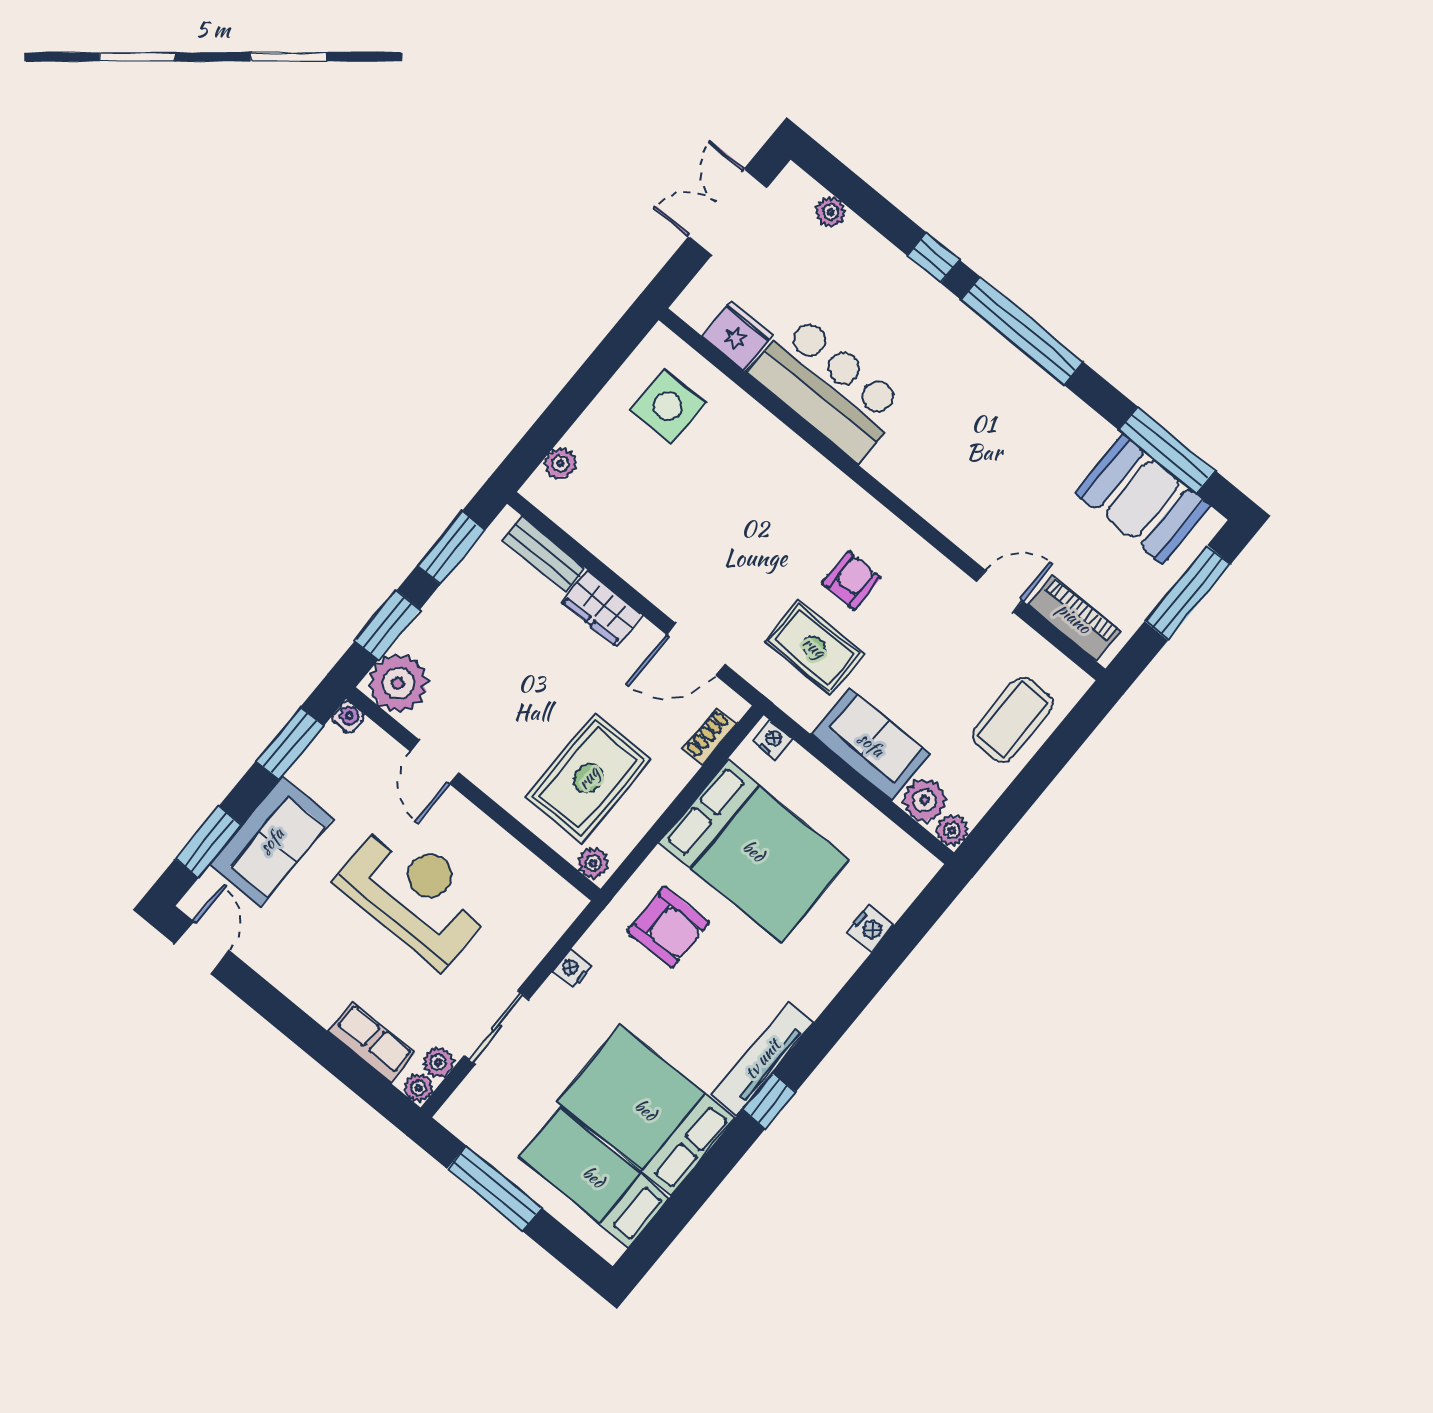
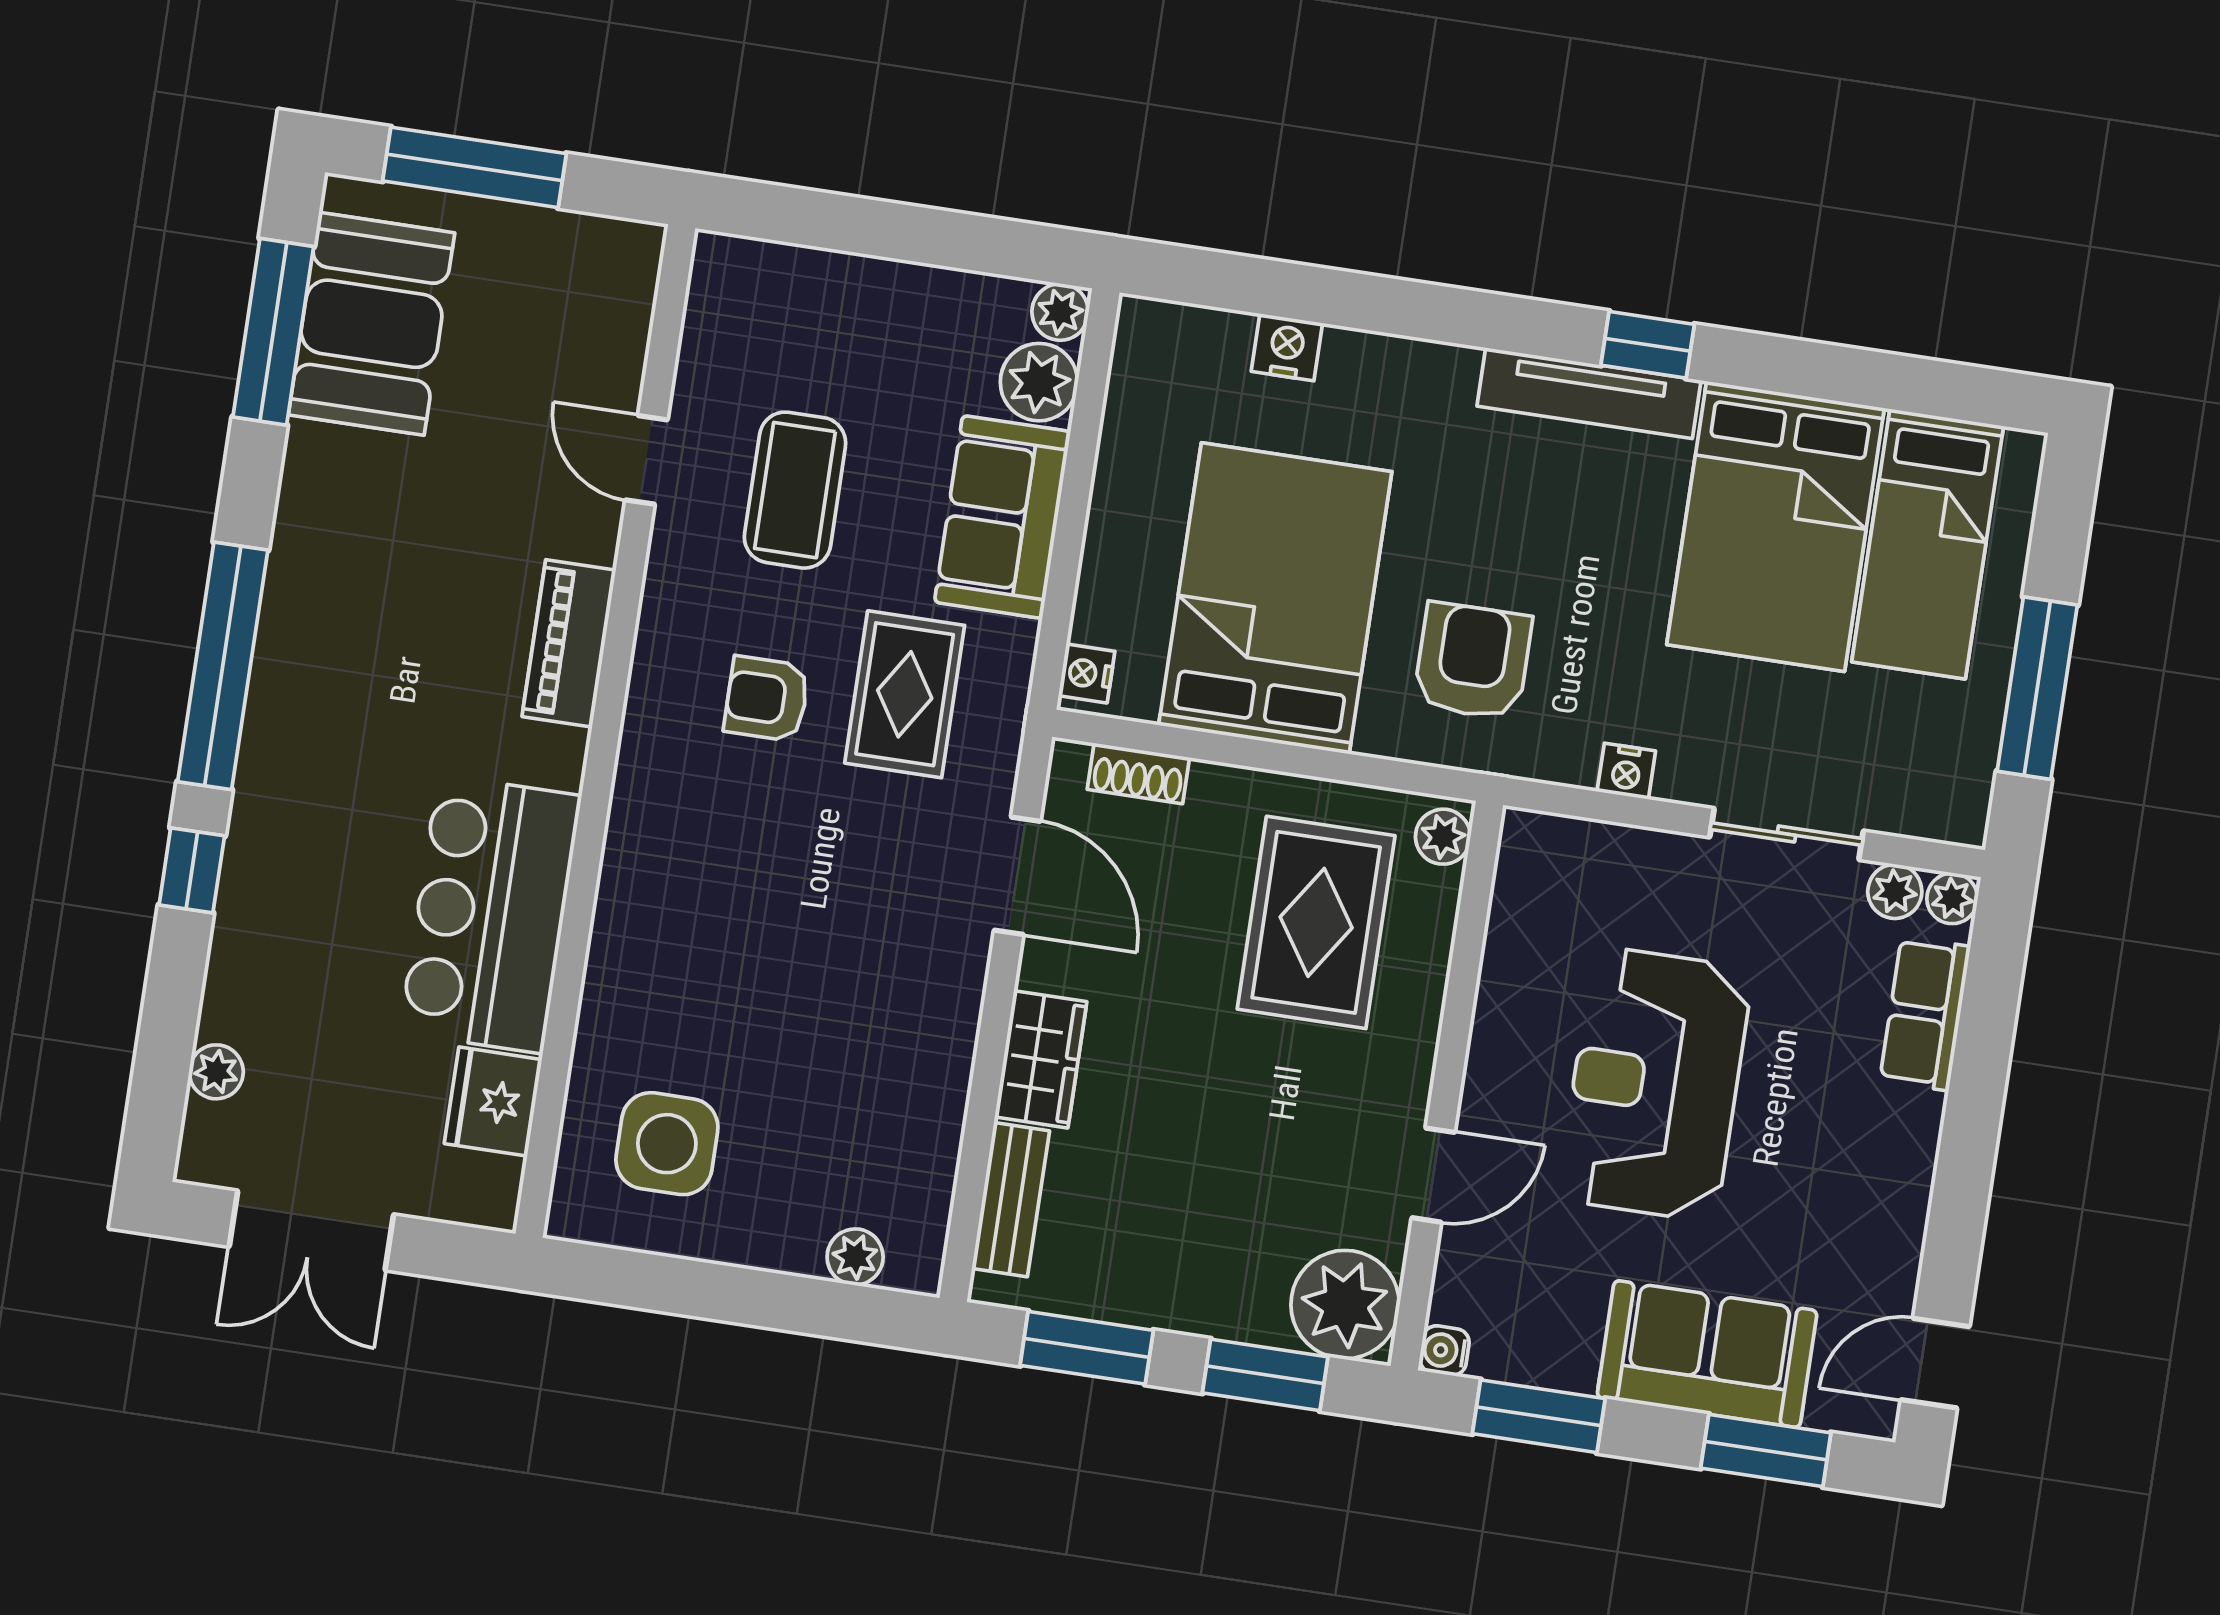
piano: (1074, 618) -> (569, 643), moved
coffee table: (1013, 719) -> (795, 490), moved, turned 90
rug: (588, 778) -> (1316, 922), turned 90

